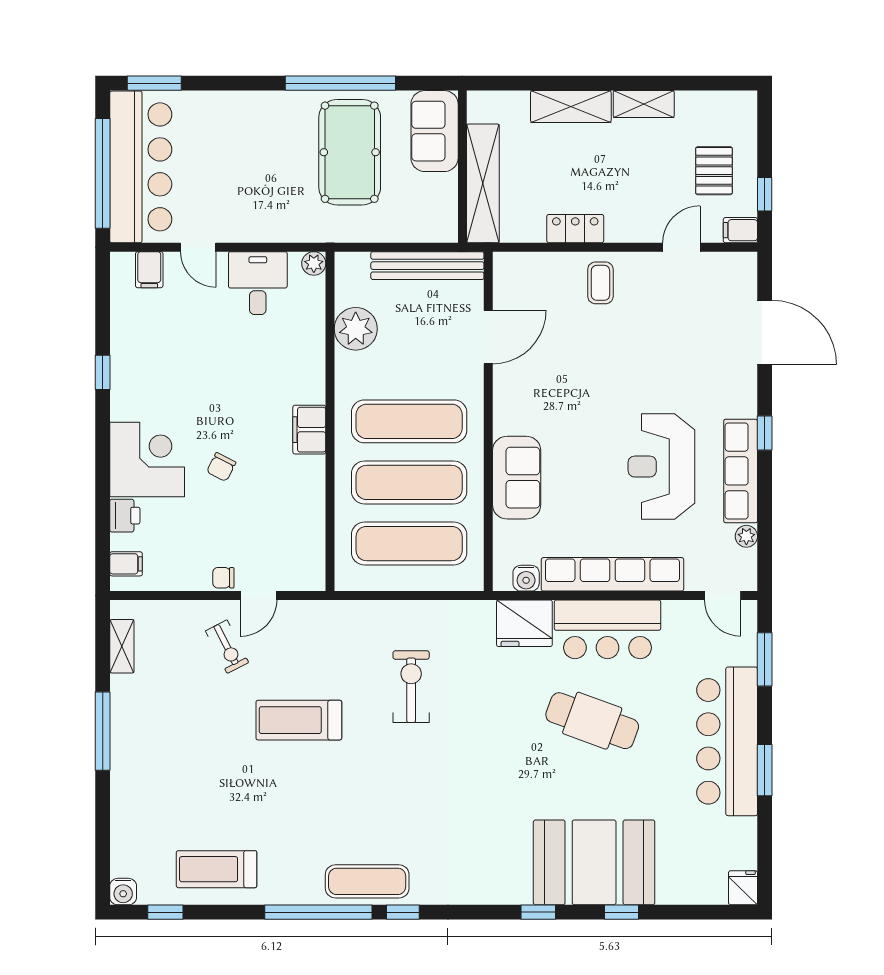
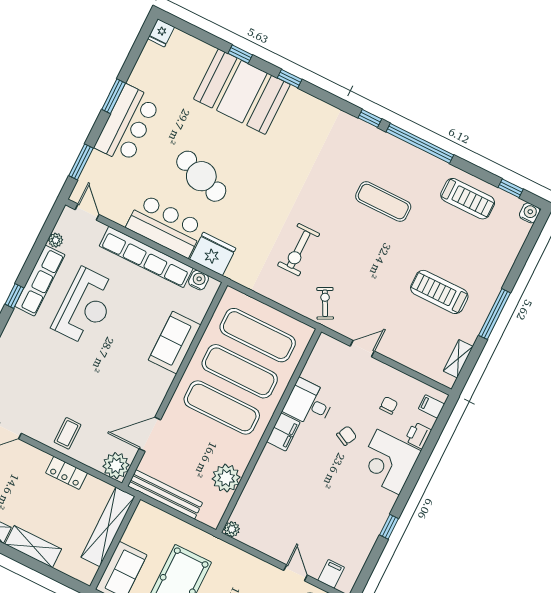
plant: (513, 272) -> (116, 466), added
desk: (258, 283) -> (309, 403), moved, turned 90
chair: (223, 578) -> (389, 405), moved, turned -90
exercise bike: (227, 647) -> (325, 303), moved
treadmill: (299, 720) -> (439, 292), moved, turned 180
bar counter: (727, 741) -> (127, 124), width x0.73
exercise mat: (367, 881) -> (383, 202), moved

